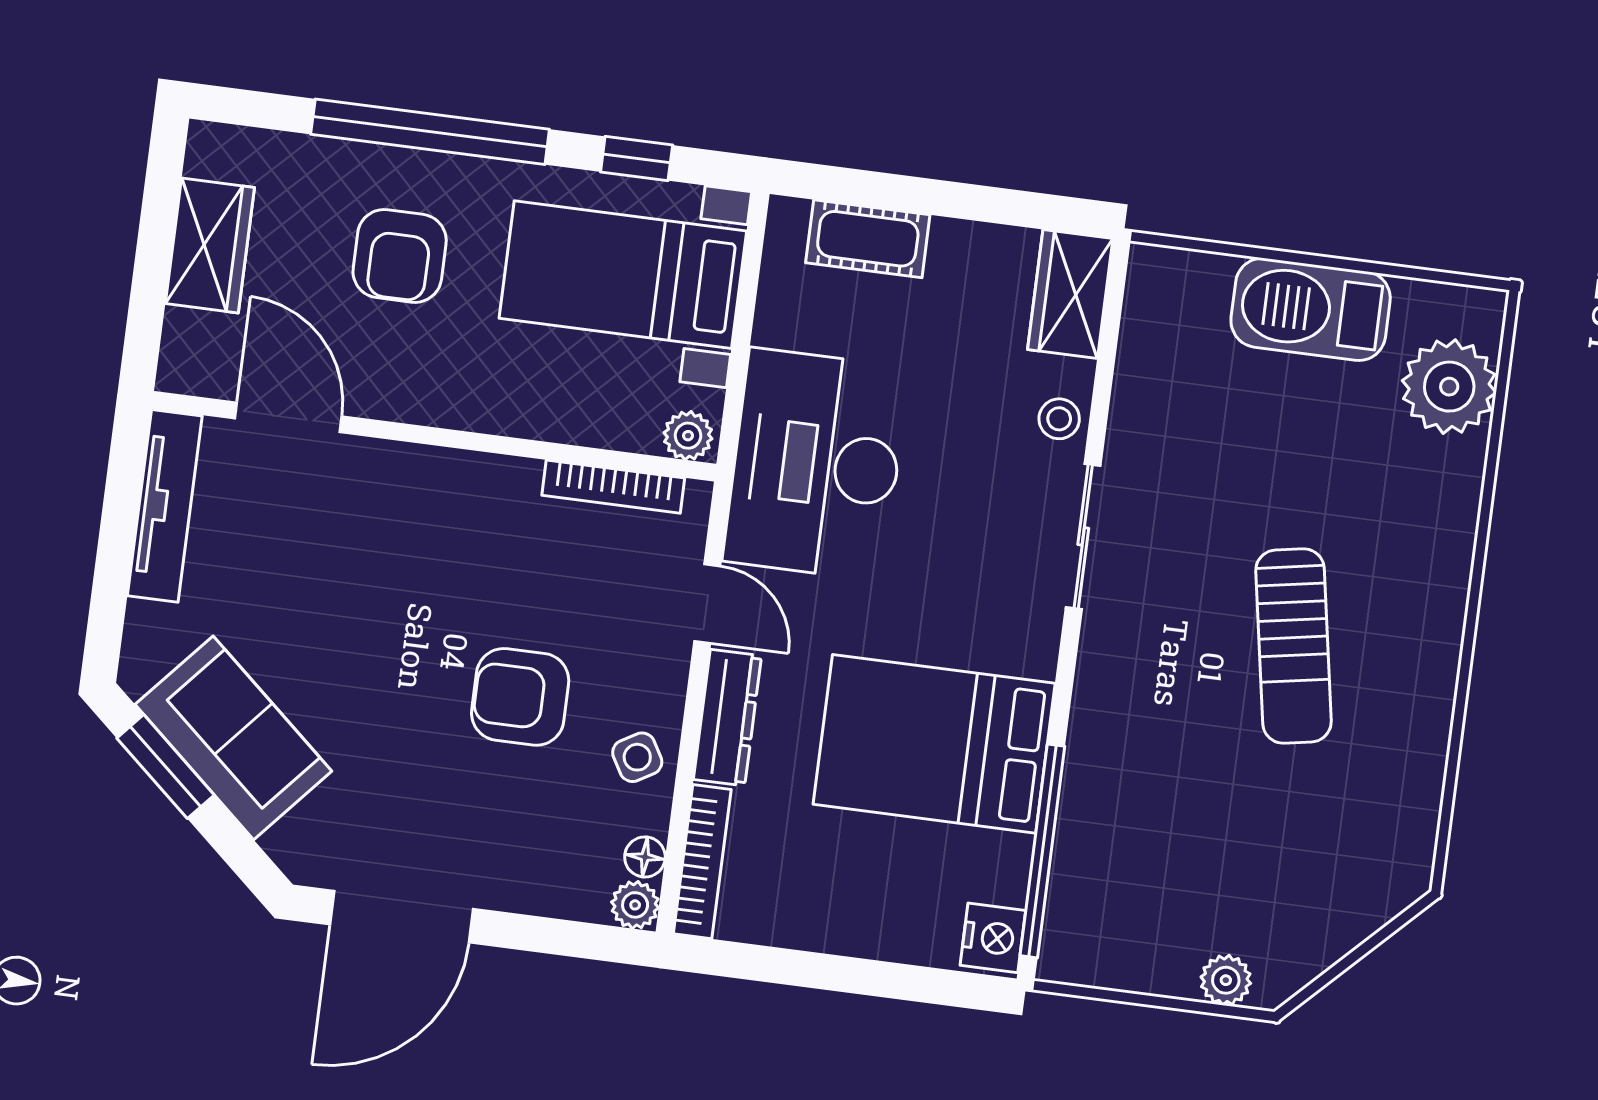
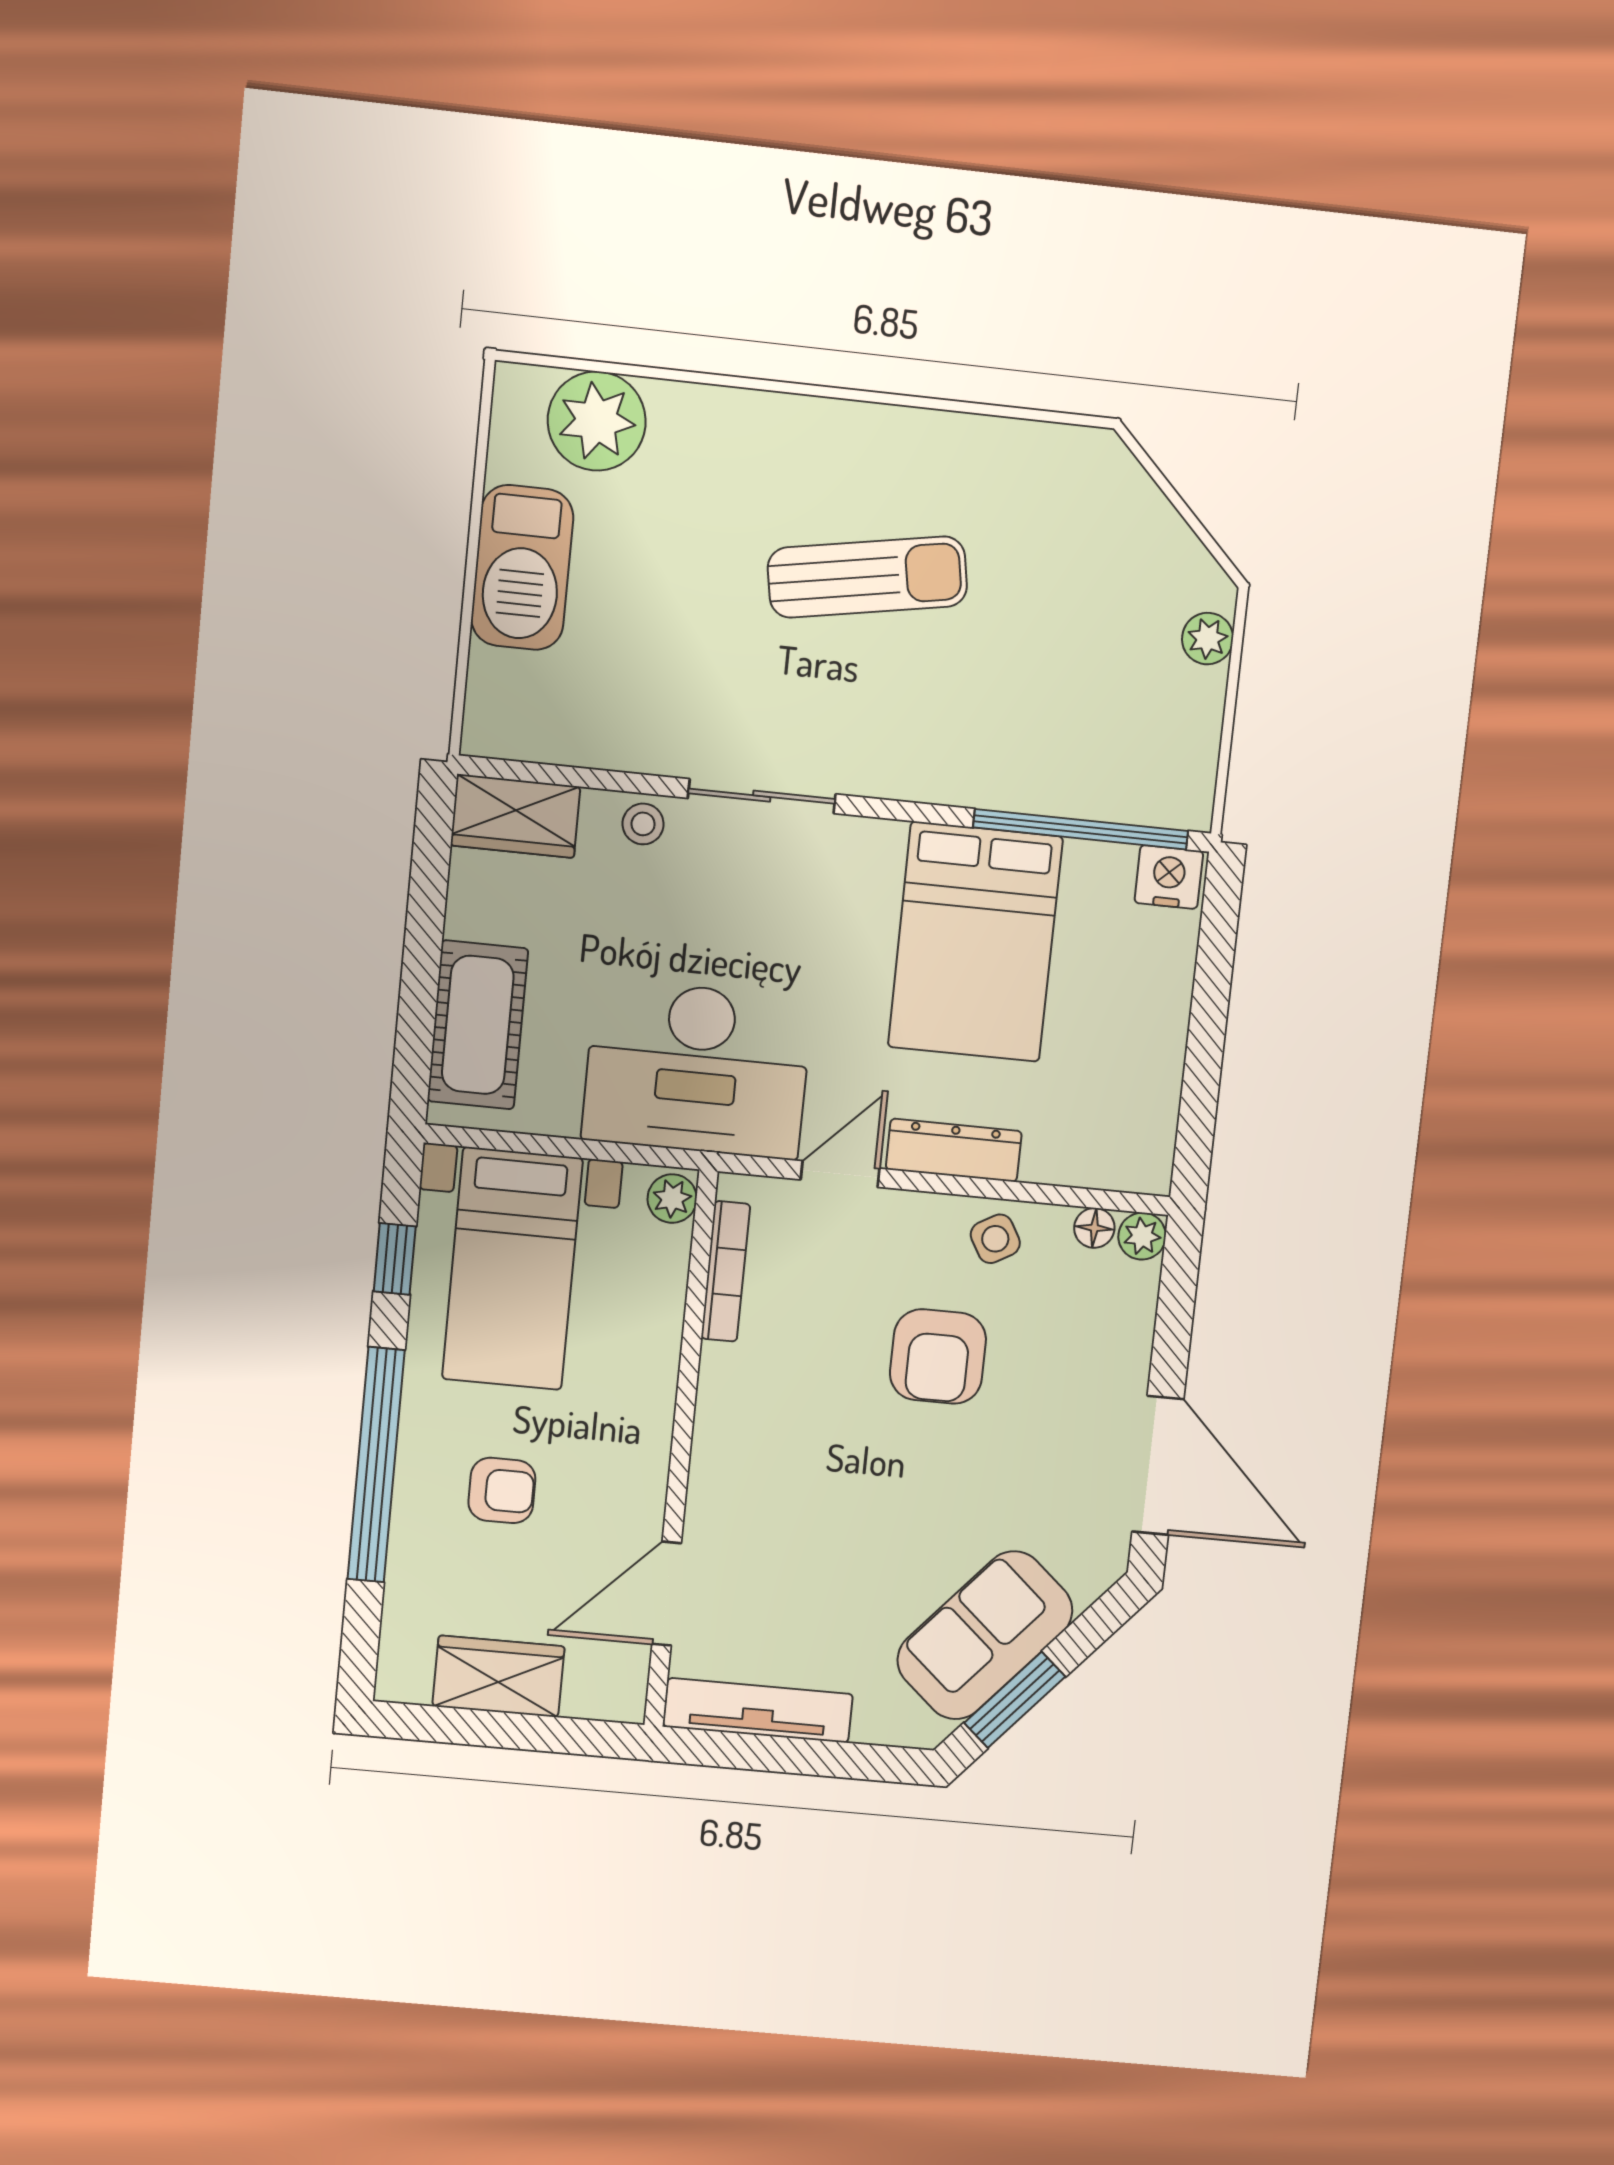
cot: (868, 239) -> (478, 1025), width x1.37, depth x1.34
armchair: (400, 256) -> (502, 1490), width x0.72, depth x0.72
bookcase: (702, 862) -> (1098, 1171), removed

